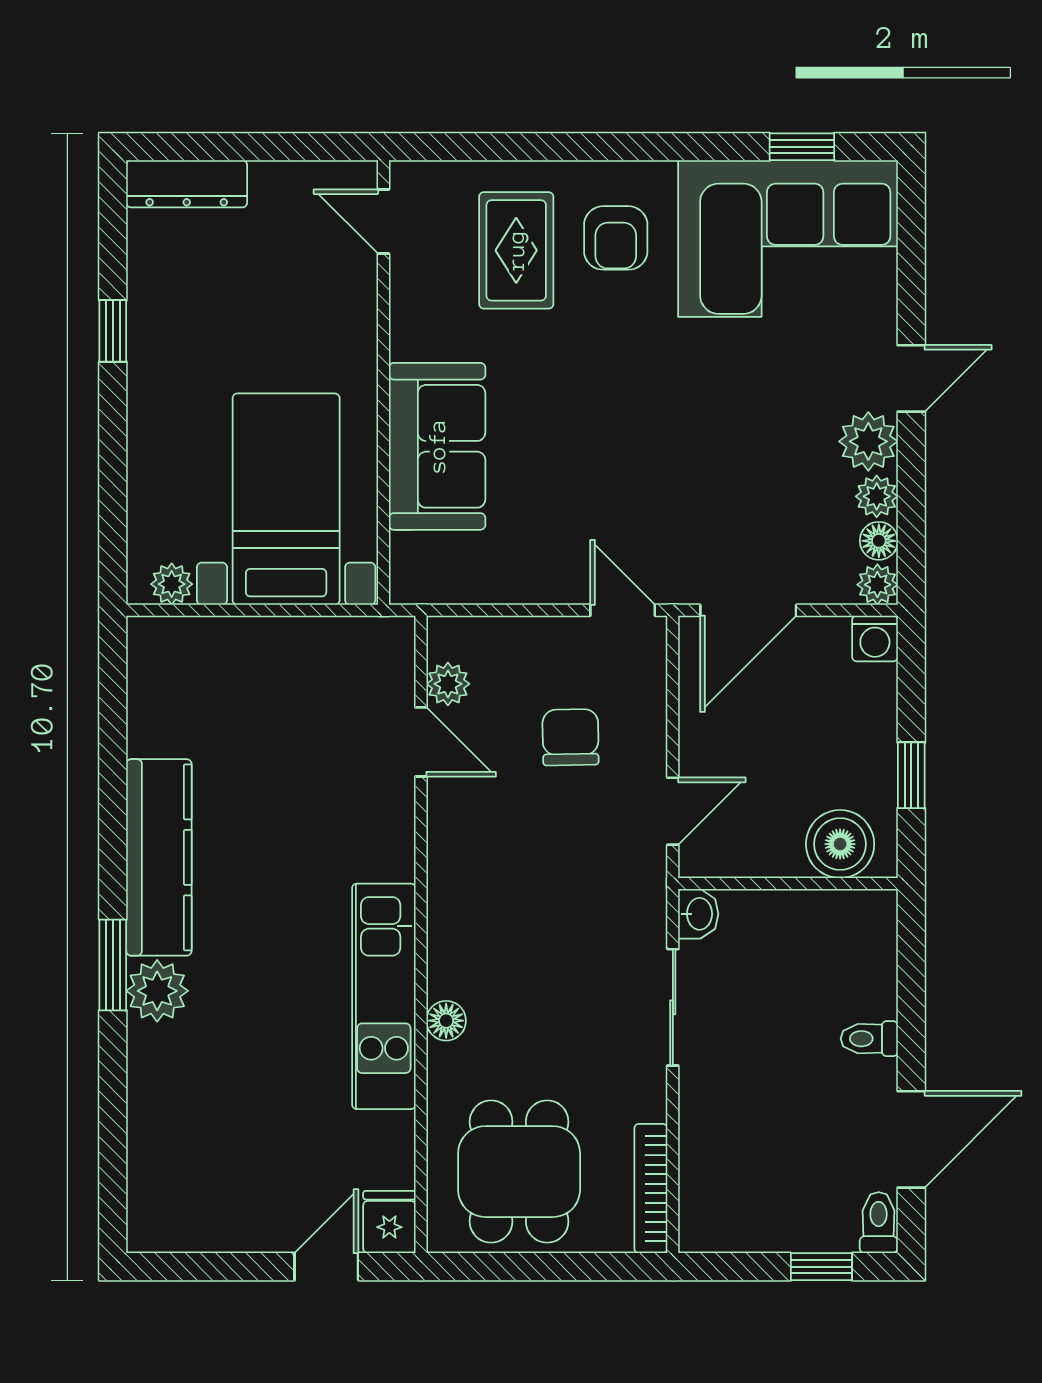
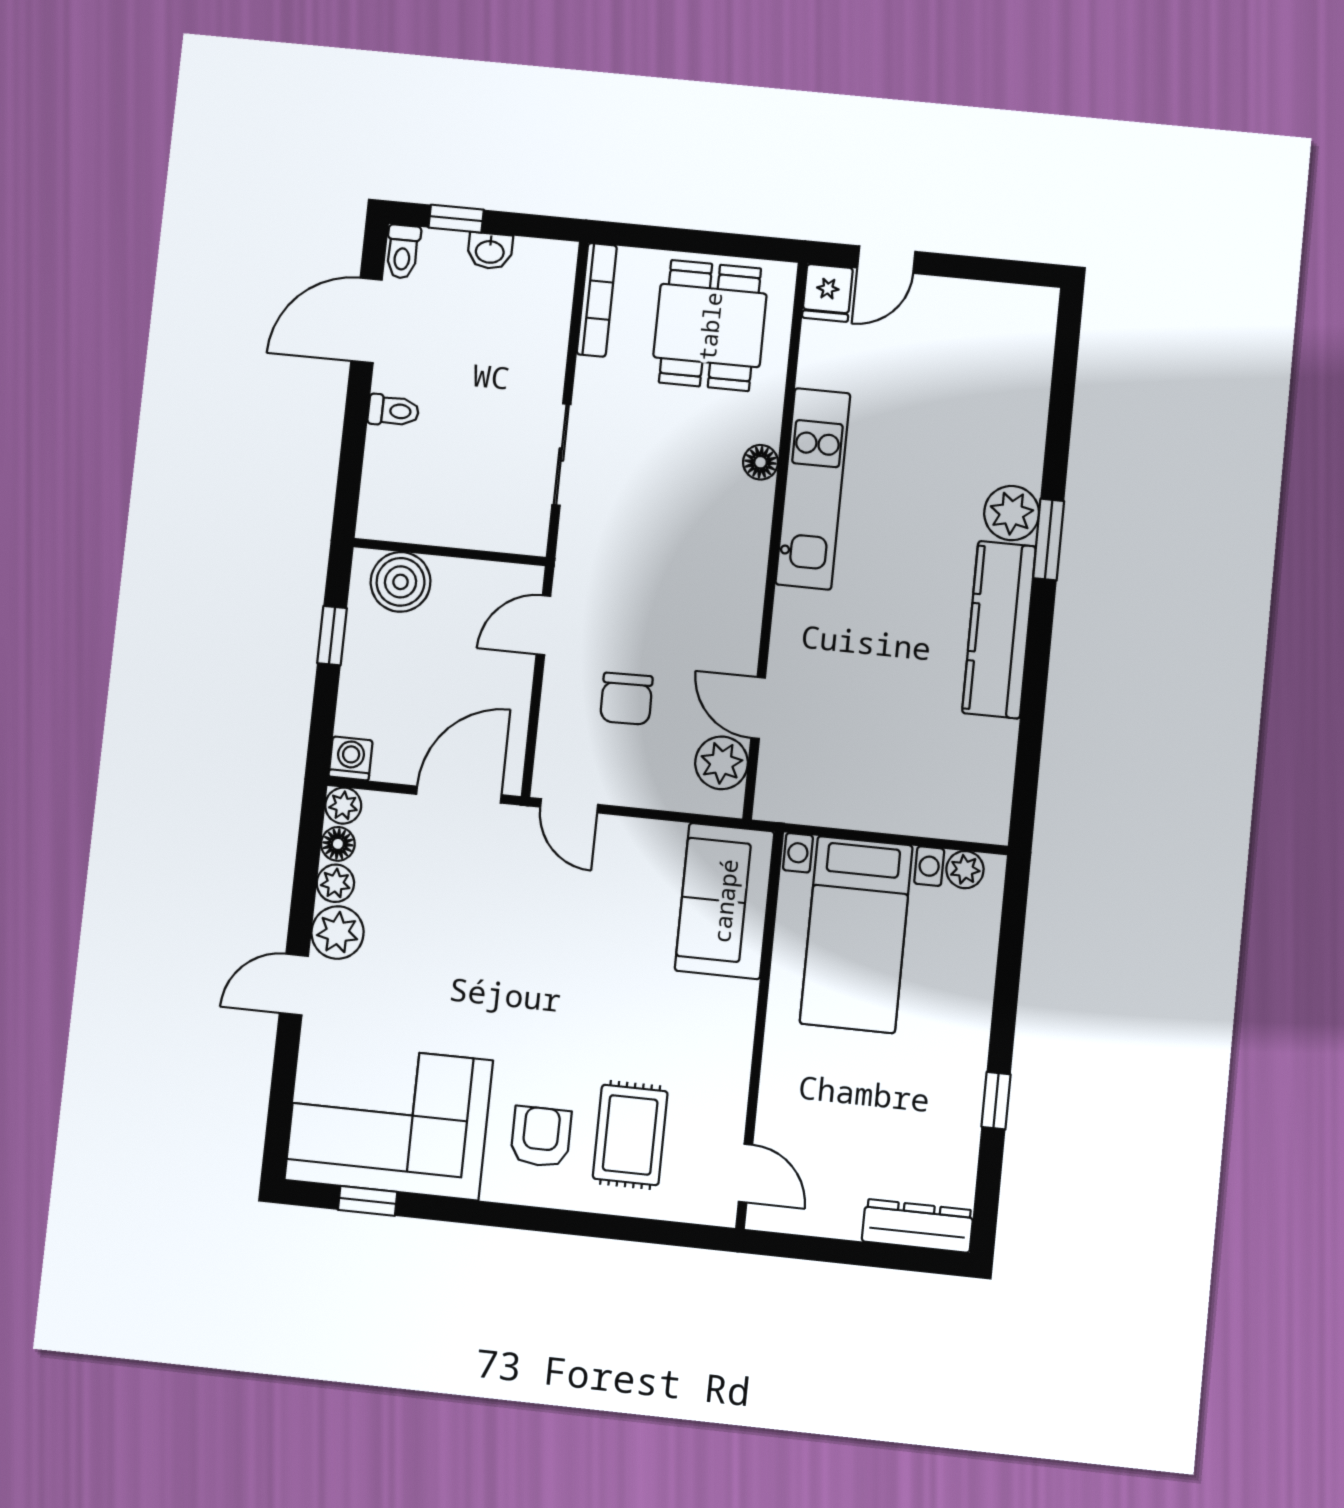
sofa: (437, 446) -> (725, 901), moved
plant: (448, 684) -> (721, 763), width x1.38, depth x1.38
washbasin: (698, 914) -> (490, 251), moved, turned -90

